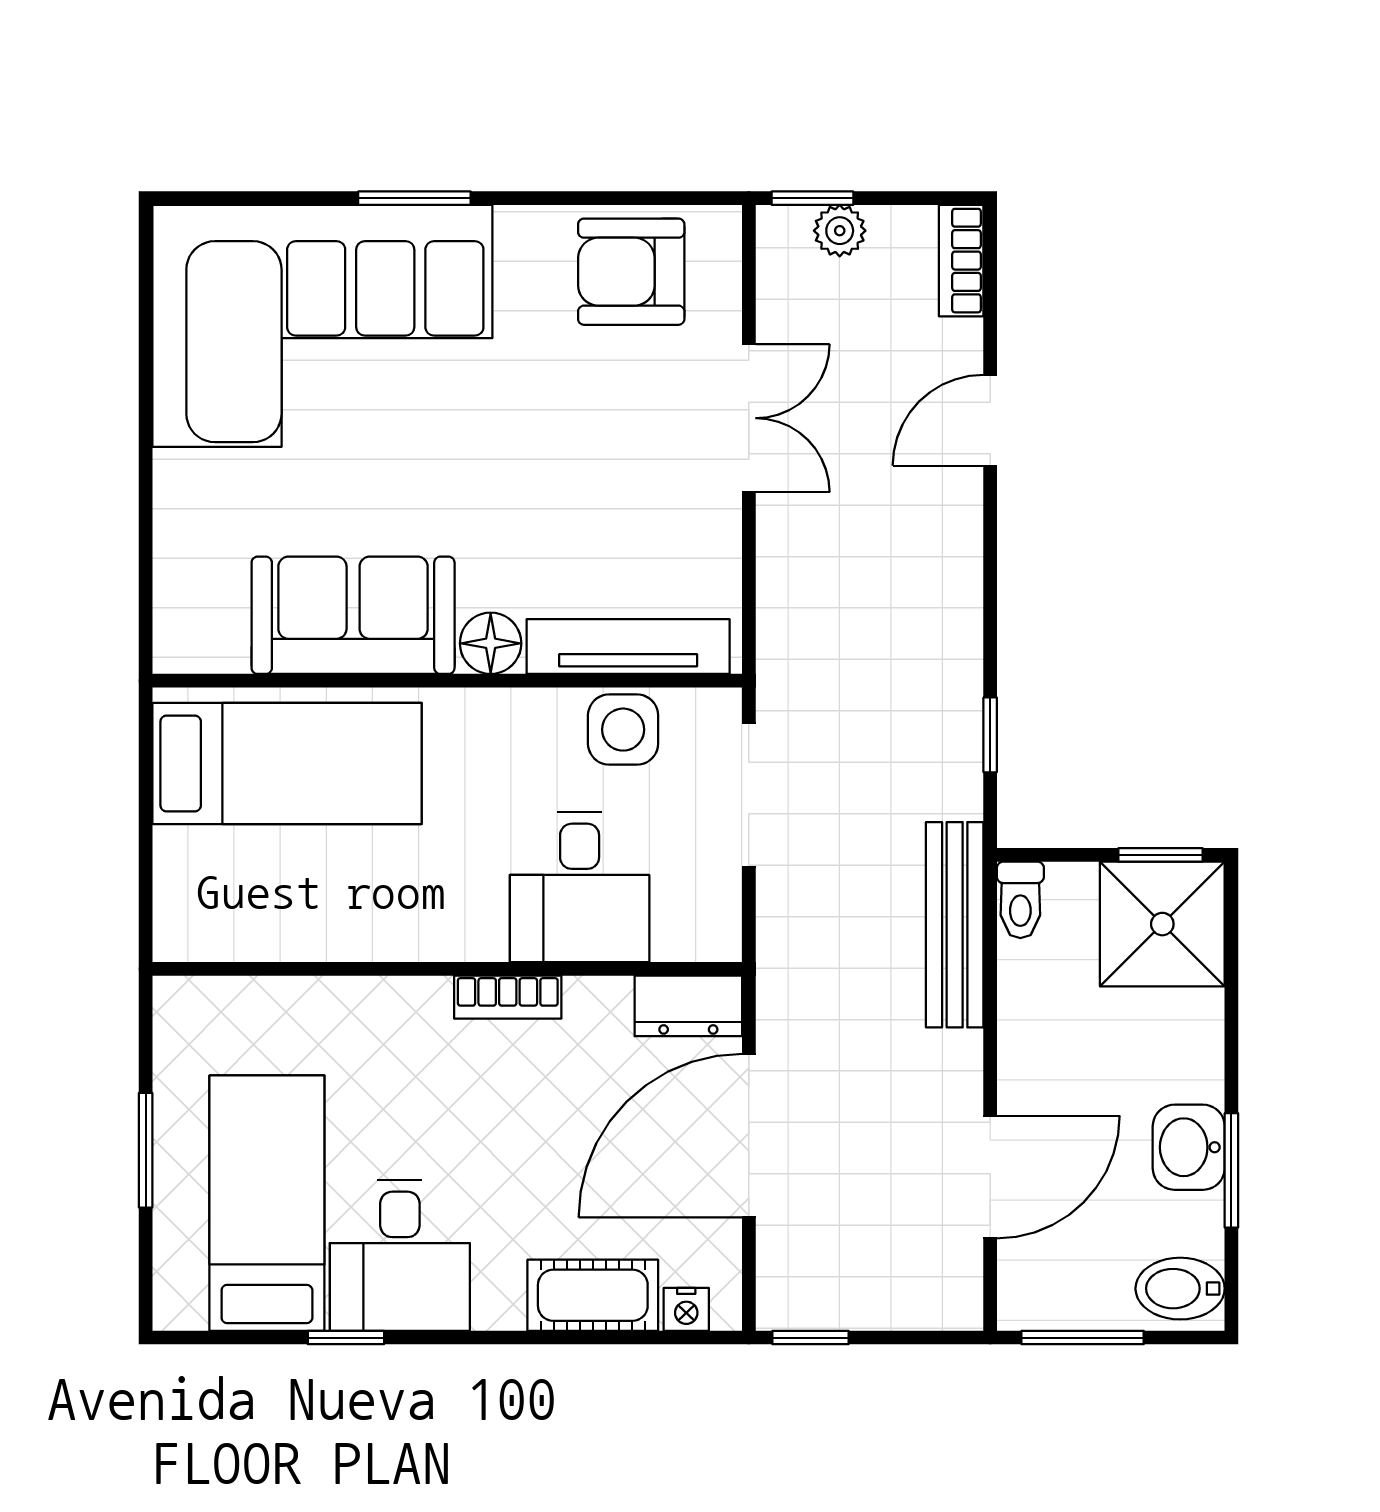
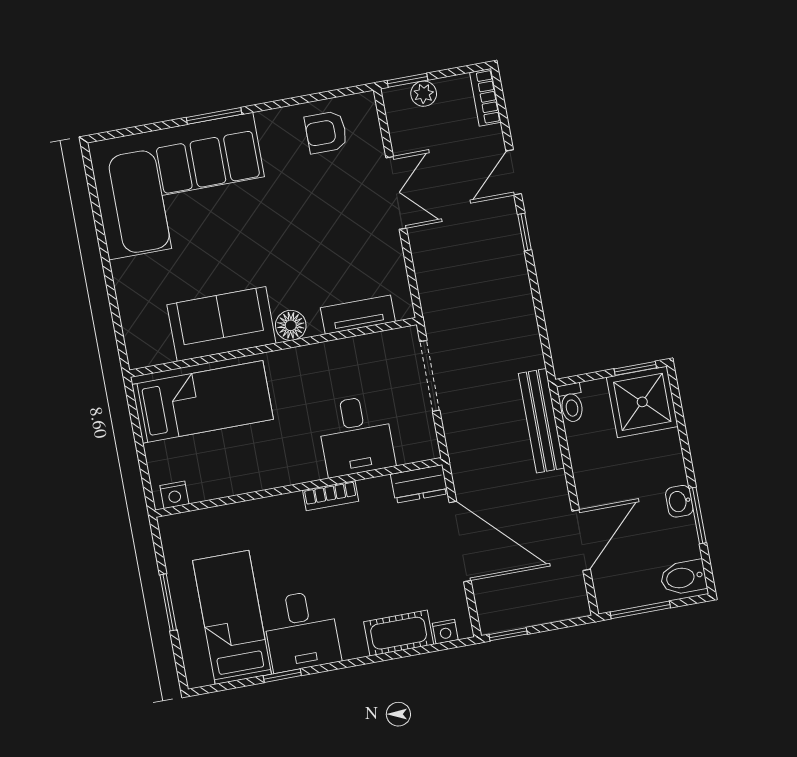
armchair: (631, 272) -> (326, 132), width x0.72, depth x0.72
tv unit: (628, 647) -> (358, 315), width x0.71
side table: (623, 730) -> (363, 355), removed
window: (990, 735) -> (525, 232), moved
nightstand: (197, 938) -> (174, 495), added
door: (749, 1136) -> (460, 542), swing flipped
washbasin: (1189, 1147) -> (679, 501), width x0.72, depth x0.69

